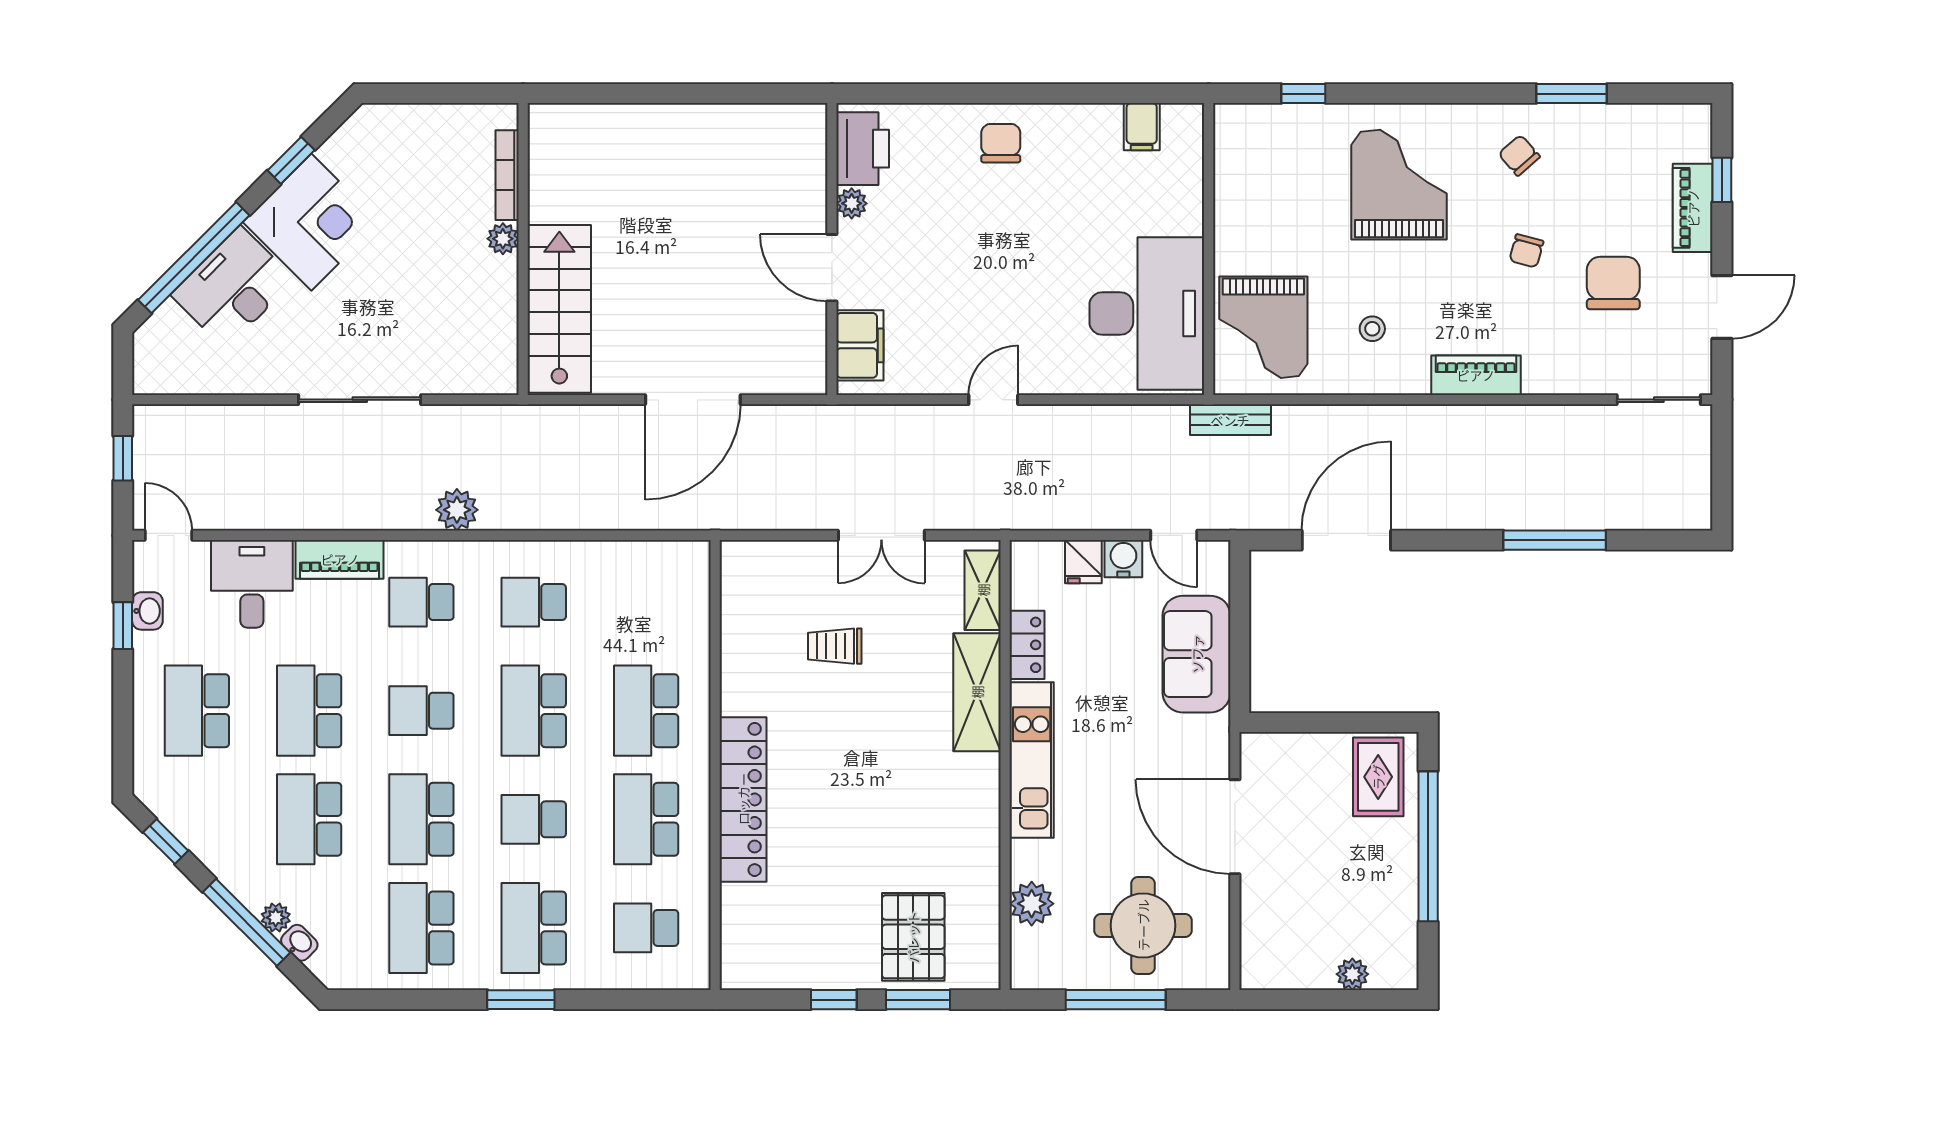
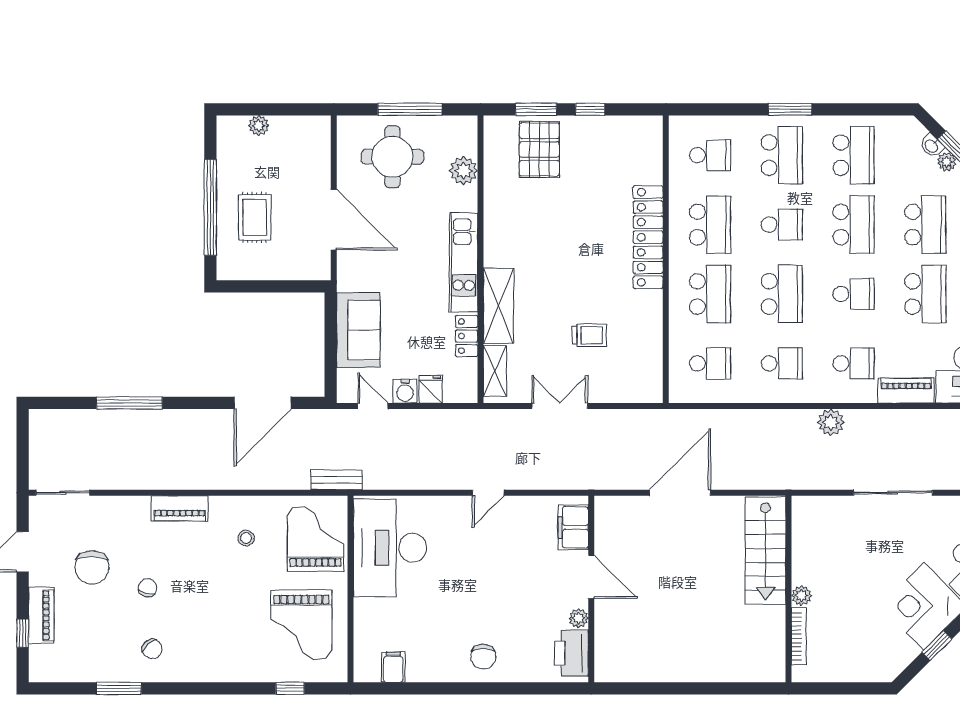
grand piano: (1399, 185) -> (301, 625), moved
school desk: (646, 602) -> (710, 363), added
rug: (1378, 777) -> (255, 217), moved

